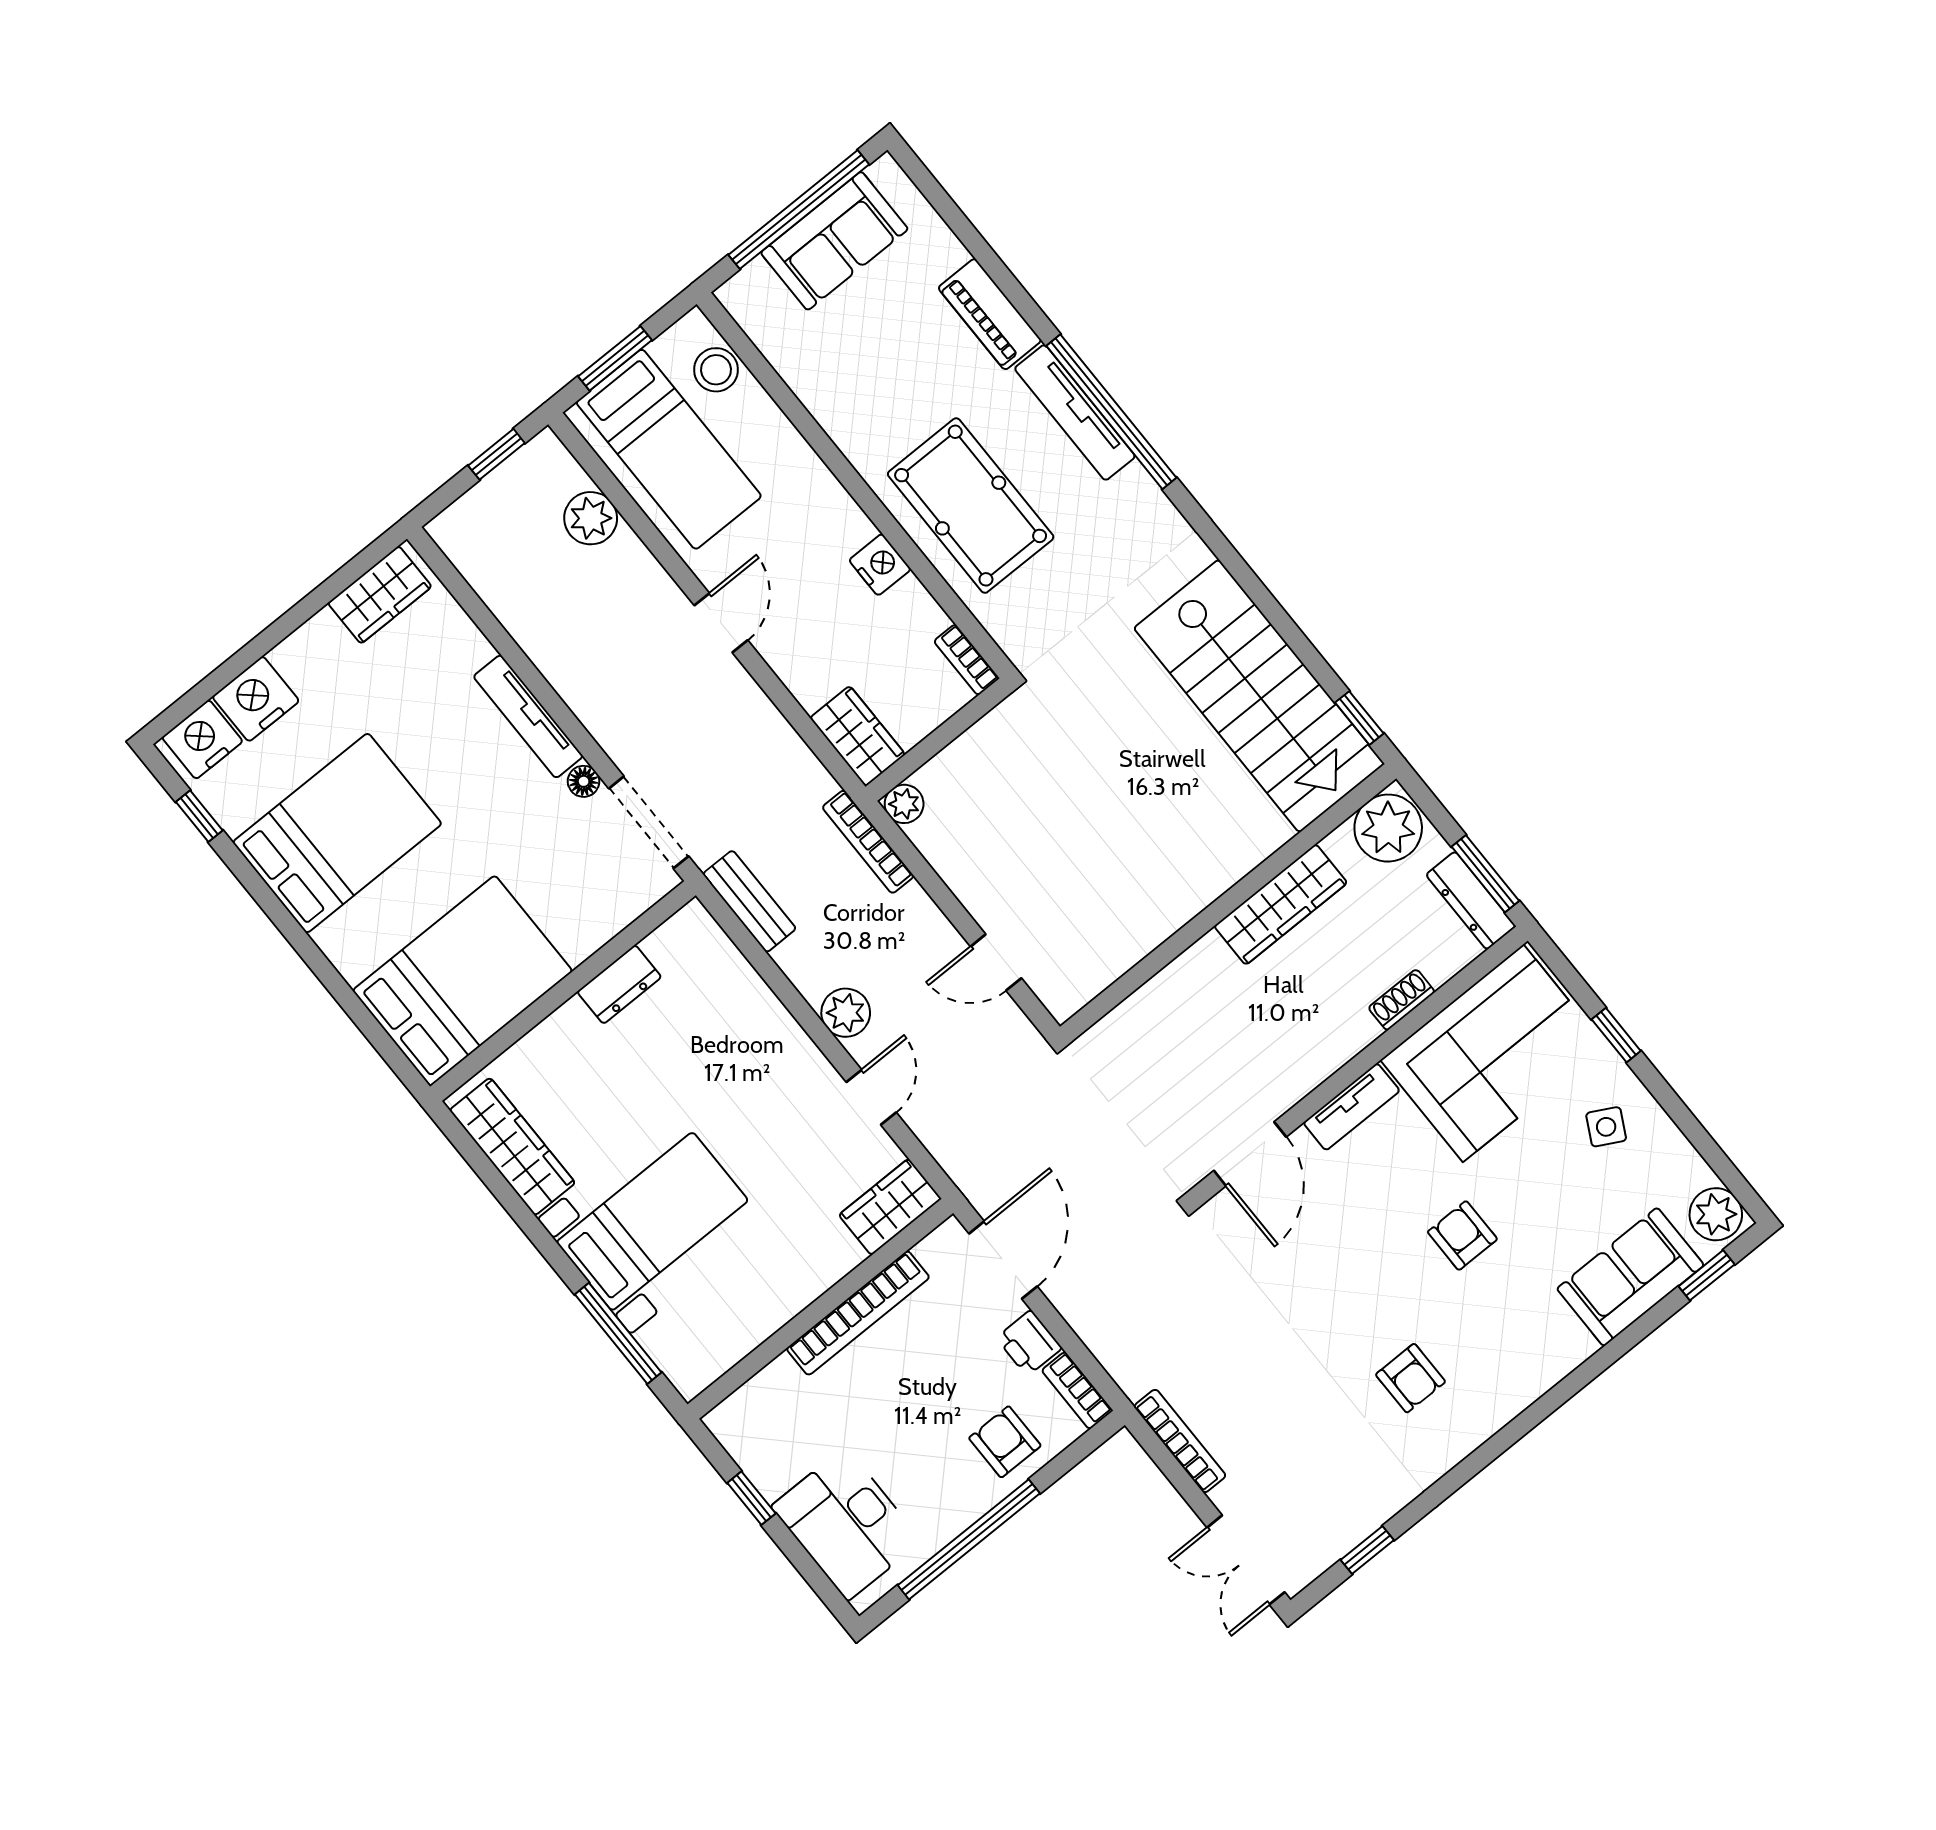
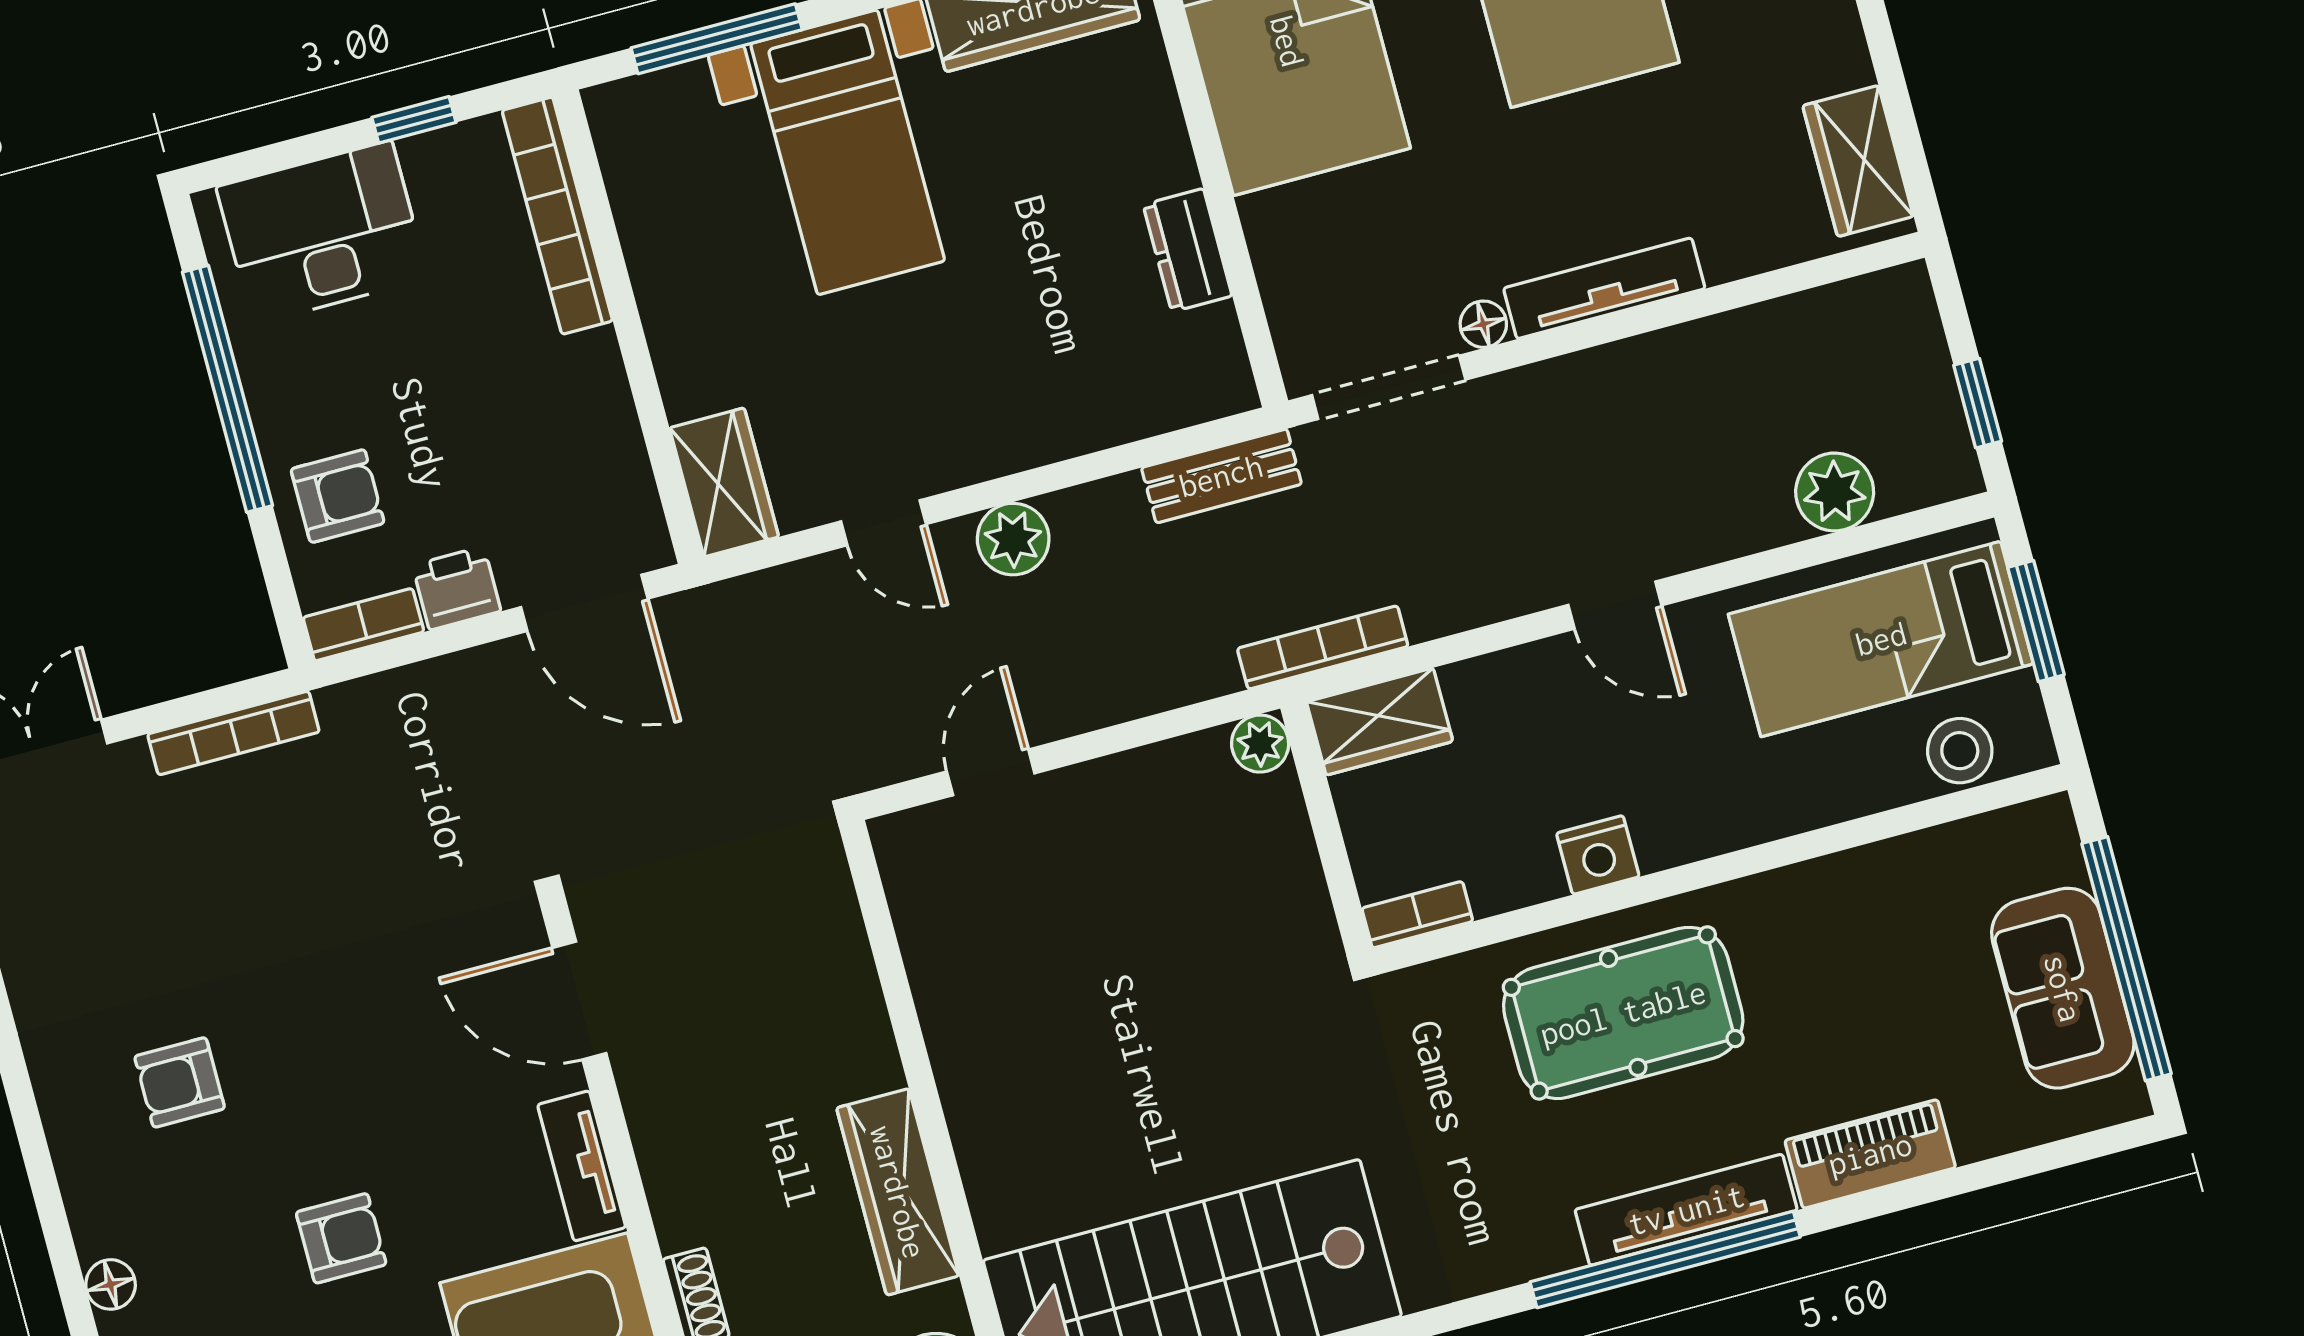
bookcase: (868, 842) -> (1323, 647), moved
bookcase: (858, 1313) -> (557, 216), moved
floor lamp: (1554, 1365) -> (111, 1284), added

